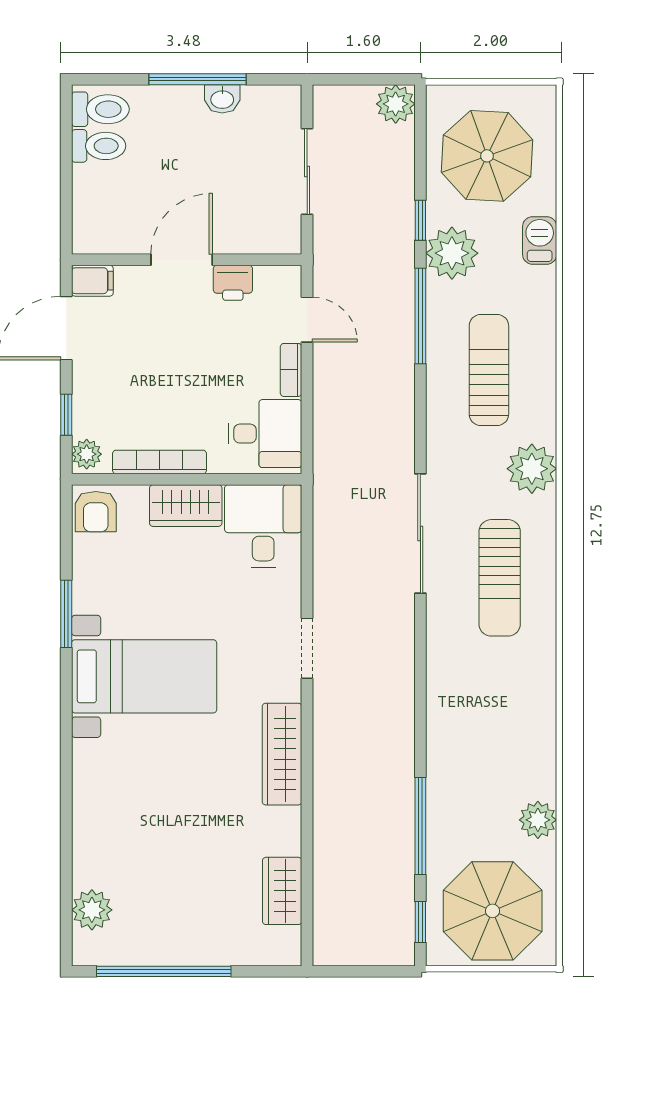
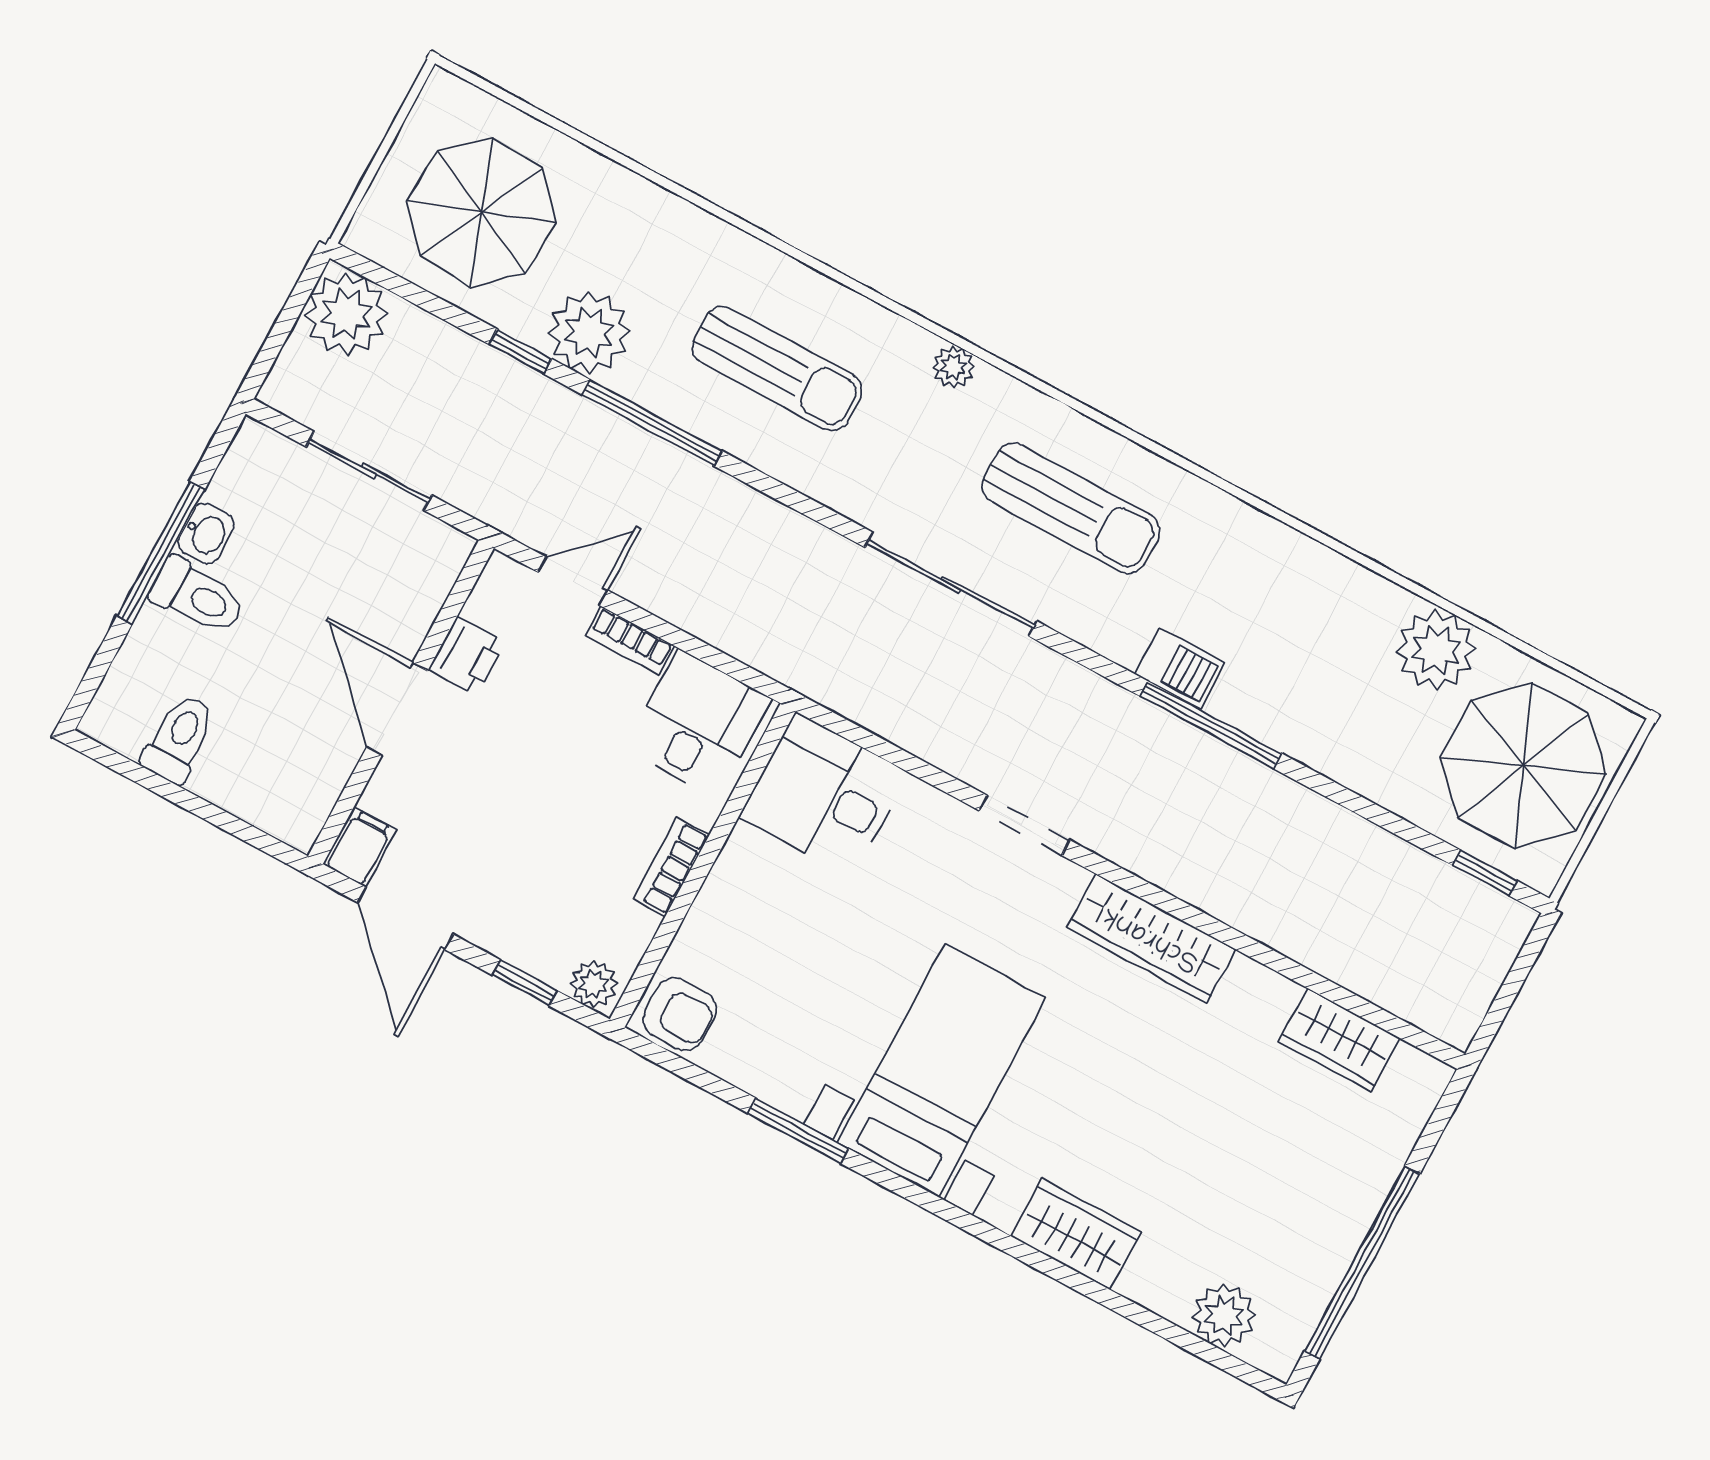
plant: (396, 104) -> (346, 314), width x1.36, depth x1.36
toilet: (100, 109) -> (198, 596), moved, turned 90
barbecue: (540, 240) -> (1180, 668), moved, turned 180
sun lounger: (489, 370) -> (777, 369), turned 180
bookcase: (159, 462) -> (671, 867), width x0.64
plant: (532, 469) -> (953, 367), width x0.53, depth x0.53
wardrobe: (186, 506) -> (1076, 1234), moved, turned -90
plant: (538, 820) -> (1436, 650), width x1.36, depth x1.36
window: (420, 826) -> (1211, 725), moved

